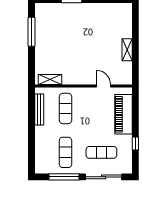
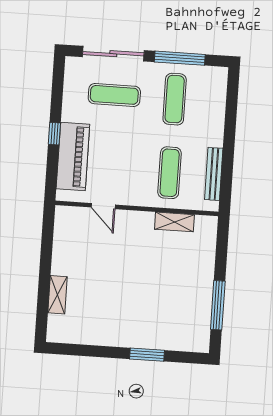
shelving: (127, 50) -> (57, 295), moved
shelving: (50, 79) -> (174, 222), moved
window: (135, 144) -> (54, 134), moved

